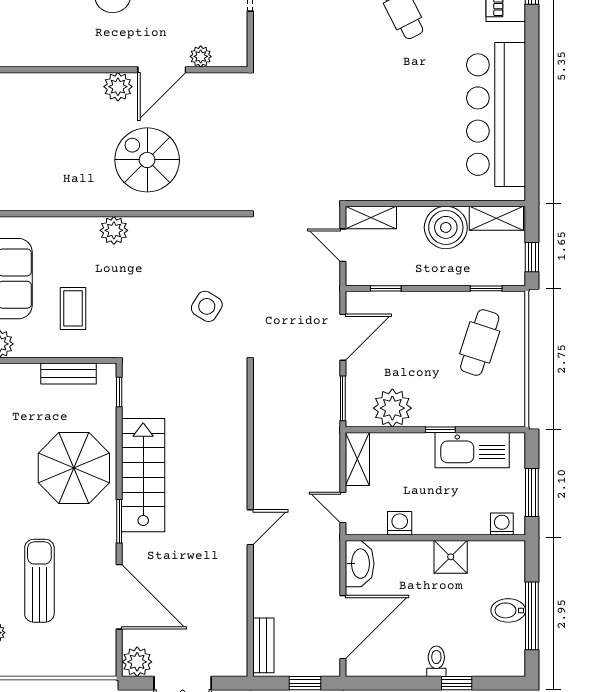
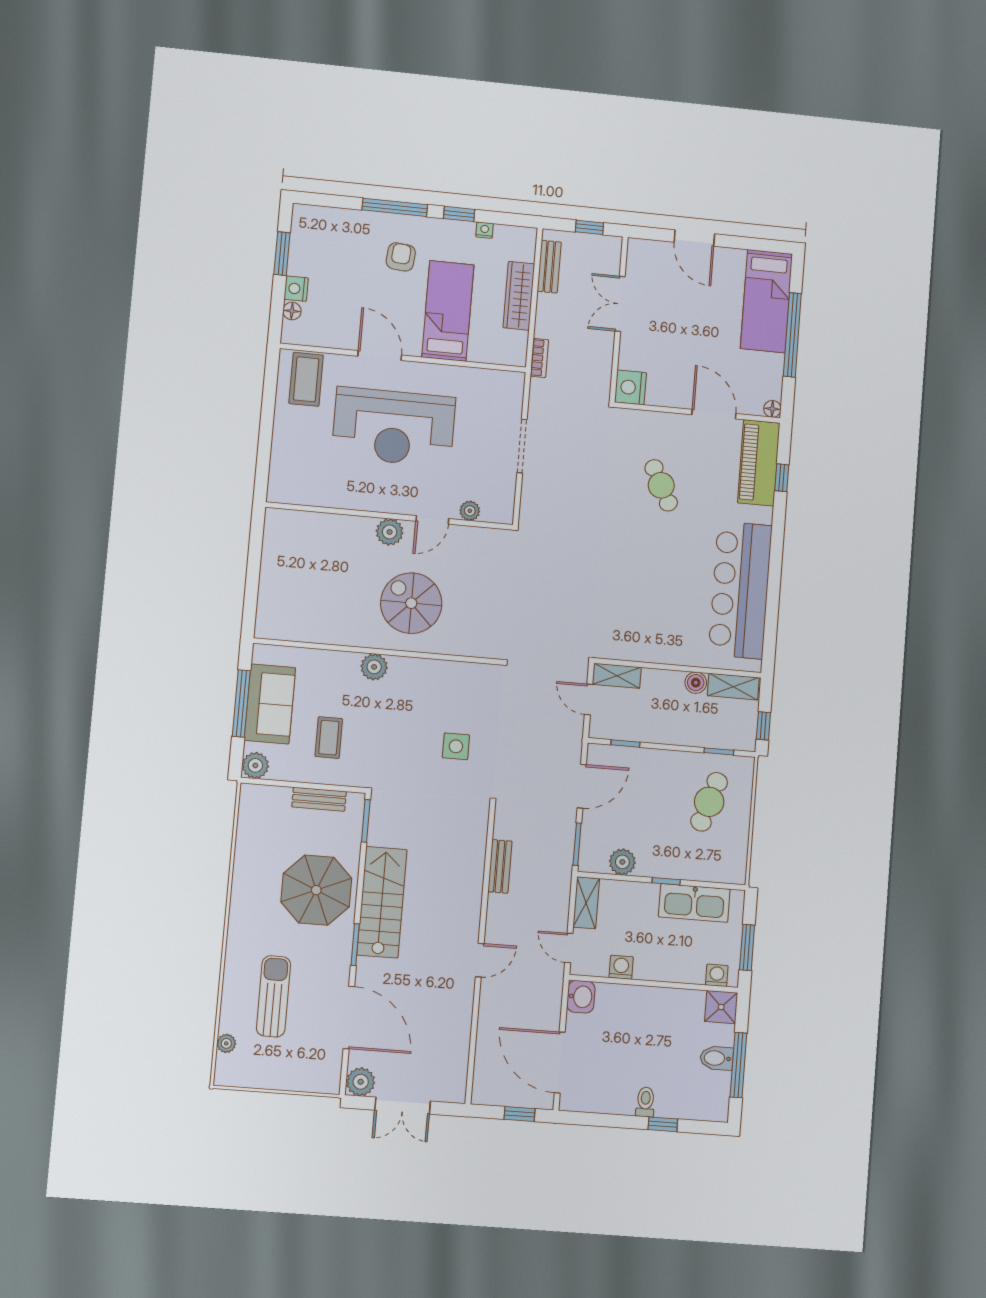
door: (162, 70) -> (432, 520), width x0.73
boiler: (446, 227) -> (696, 683), width x0.54, depth x0.54
side table: (207, 306) -> (456, 746), turned -32
window: (119, 392) -> (366, 821), width x1.50
plant: (392, 408) -> (622, 862), width x0.73, depth x0.73
shower: (451, 557) -> (721, 1007), moved
washbasin: (360, 564) -> (581, 997), width x0.72
door: (343, 627) -> (560, 1063), swing flipped
bench: (263, 645) -> (500, 866), moved

